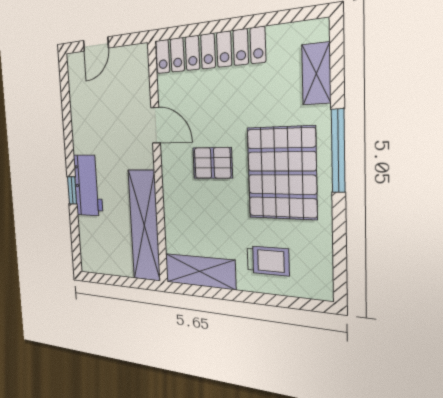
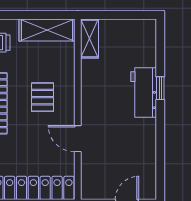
pallet: (212, 163) -> (43, 97), moved, turned 90
shelving: (144, 225) -> (89, 39), width x0.45, depth x0.75

